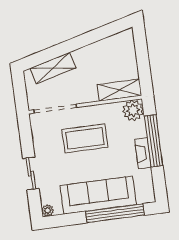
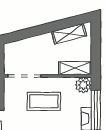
shelving: (53, 68) -> (69, 34), moved

